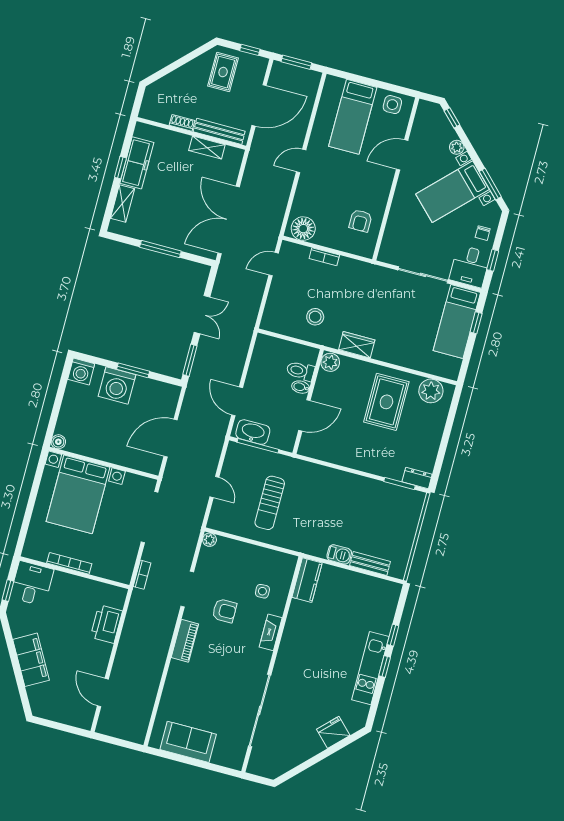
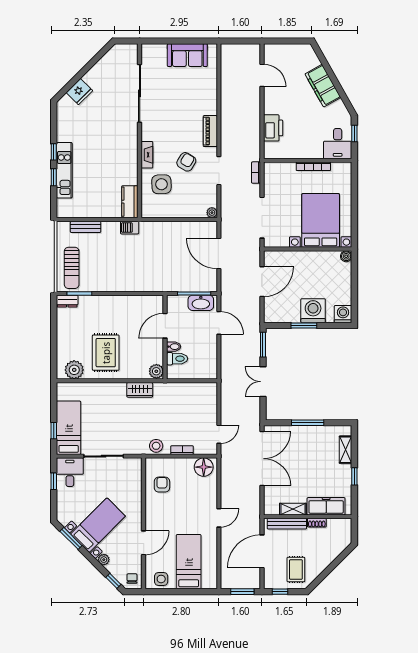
freezer: (137, 163) -> (326, 506), moved, turned 90
chair: (483, 233) -> (132, 578), moved
stool: (315, 317) -> (156, 446), moved
door: (214, 487) -> (219, 254), width x1.87
sun lounger: (270, 503) -> (72, 268), moved, turned 180
barbecue: (339, 554) -> (130, 228), moved
side table: (262, 591) -> (161, 184), width x1.87, depth x1.87
armchair: (224, 611) -> (186, 162), turned 122
kitchen unit: (370, 668) -> (64, 170), moved

